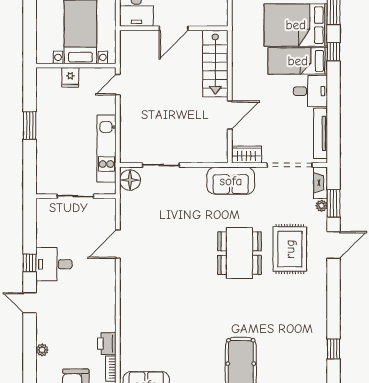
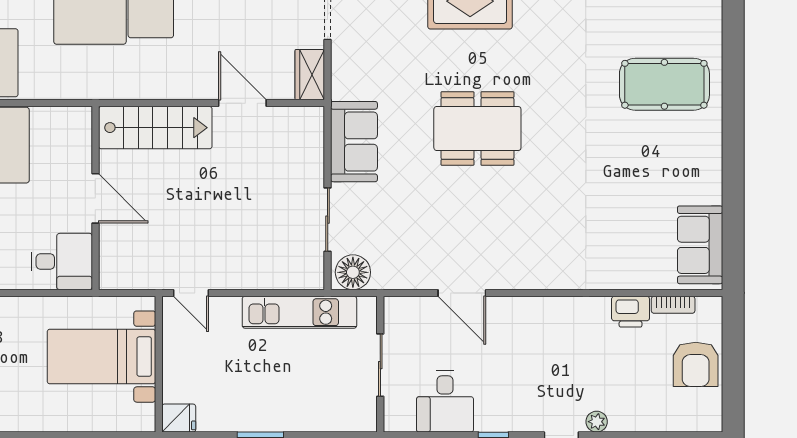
fridge: (70, 77) -> (179, 418), moved
sofa: (231, 181) -> (354, 142), moved
dining table: (239, 253) -> (477, 129), moved
desk: (54, 264) -> (445, 402), moved
plant: (42, 350) -> (597, 422), moved

